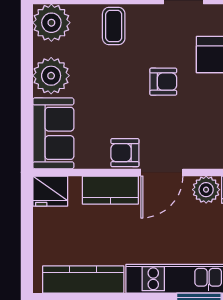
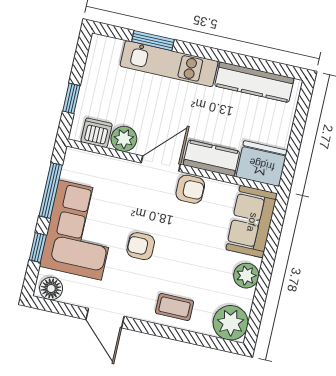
coffee table: (114, 26) -> (174, 307), turned 90
plant: (51, 76) -> (246, 276), width x0.73, depth x0.73
fridge: (50, 191) -> (262, 164), width x1.36, depth x1.34

